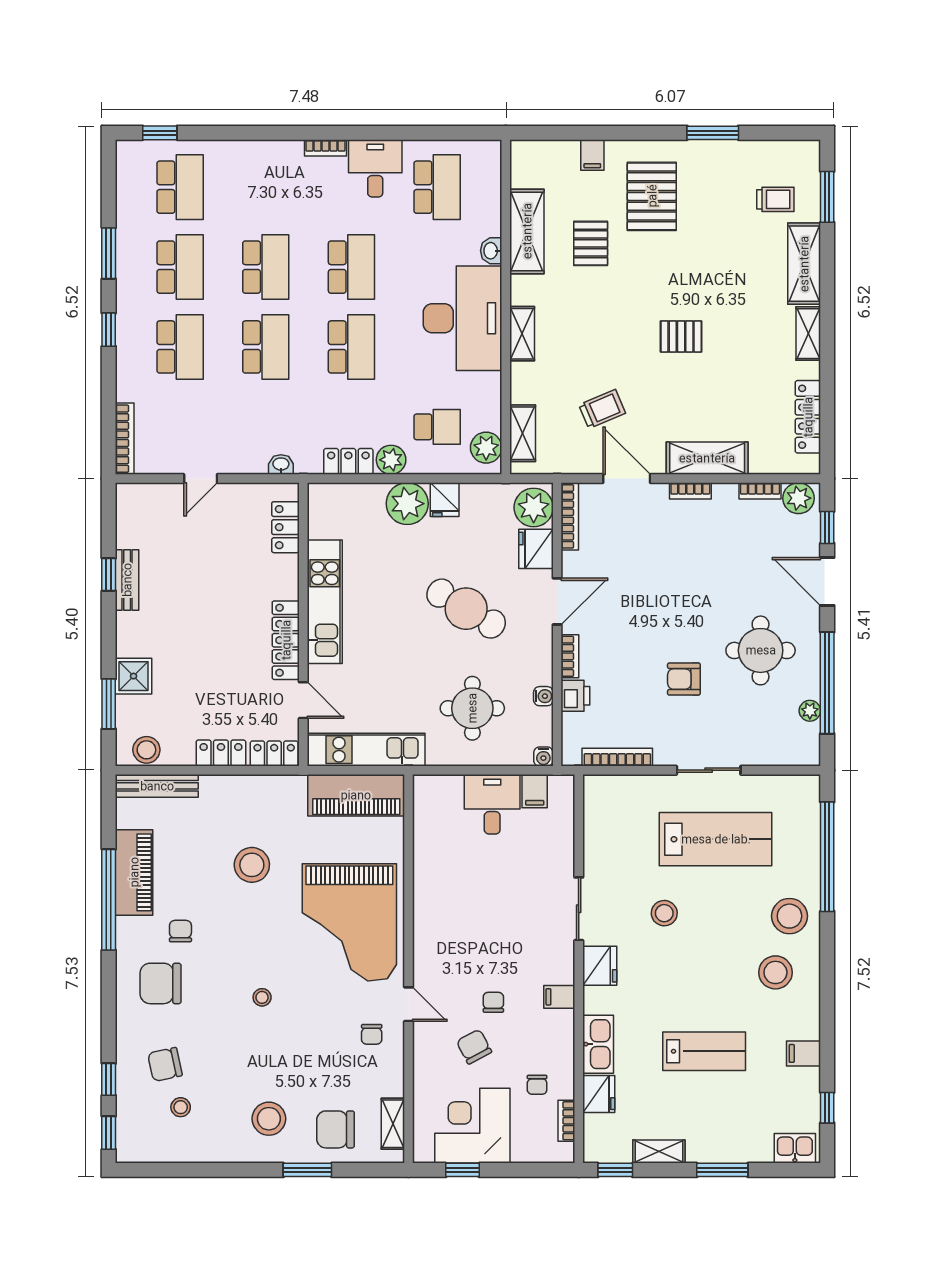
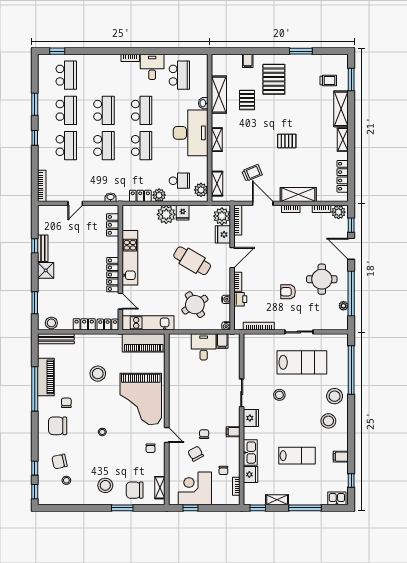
shower: (134, 676) -> (46, 270), moved
round table: (472, 708) -> (195, 305), turned -32
window: (722, 1170) -> (305, 508), width x1.44

